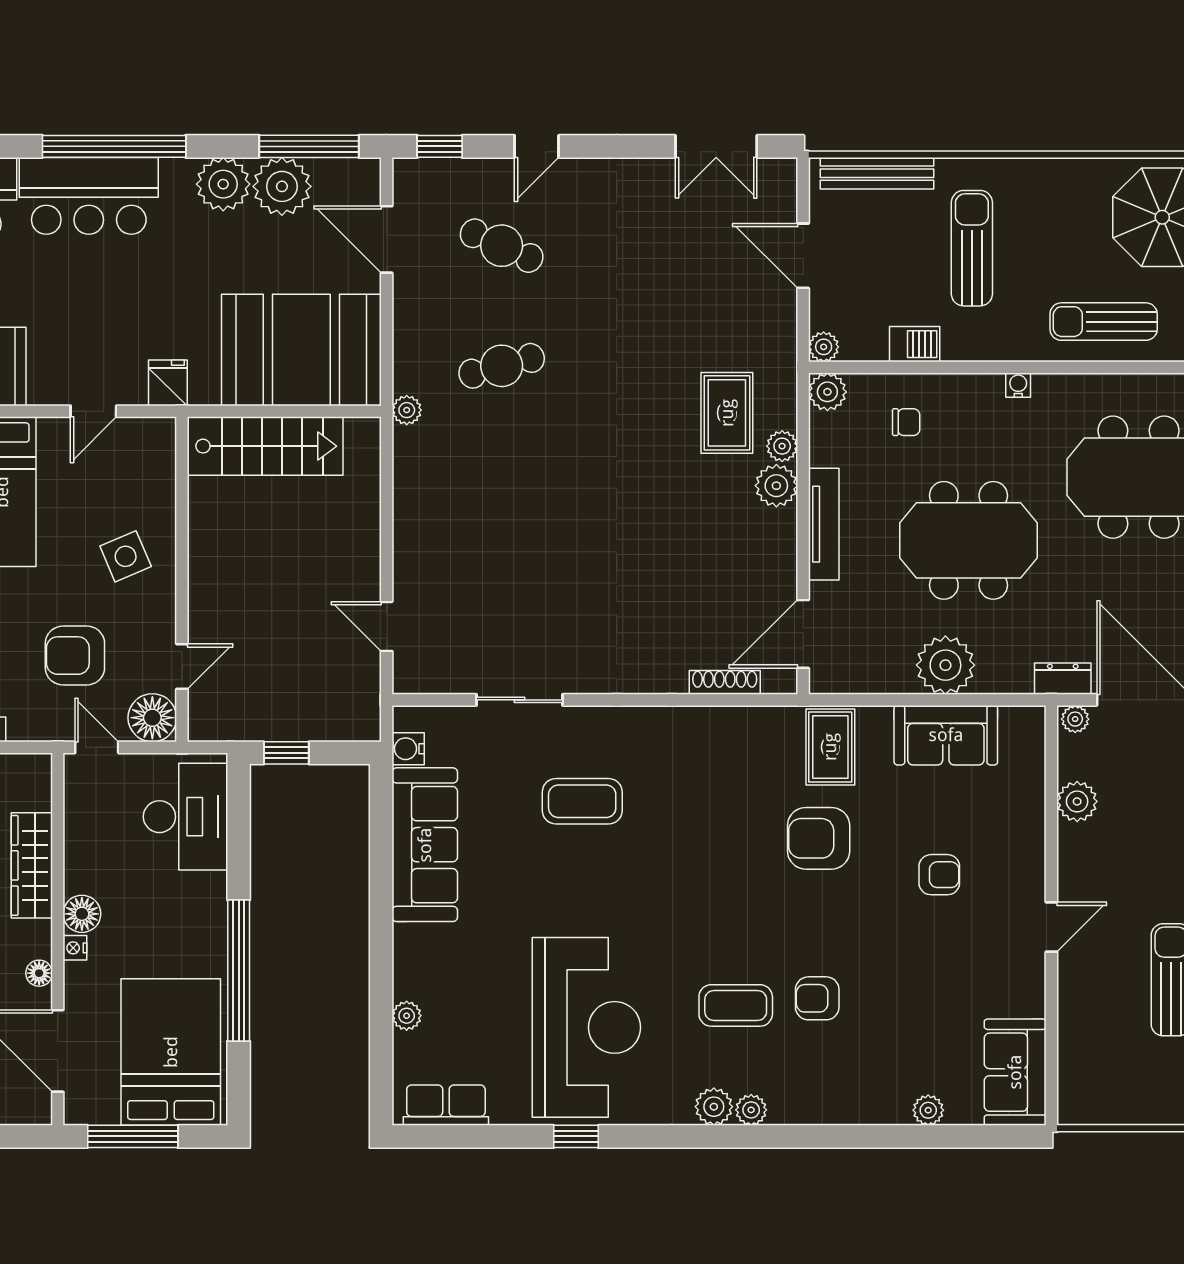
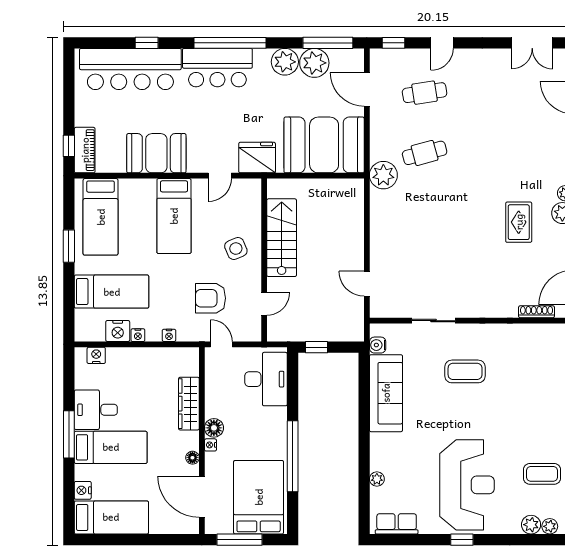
cafe table: (502, 246) -> (425, 93), turned -33
fridge: (168, 383) -> (257, 158), width x1.88, depth x1.34
plant: (407, 410) -> (383, 175), width x1.87, depth x1.87
rug: (727, 413) -> (519, 222), moved
stairs: (265, 446) -> (282, 238), moved, turned -90
floor lamp: (152, 718) -> (249, 330), removed

